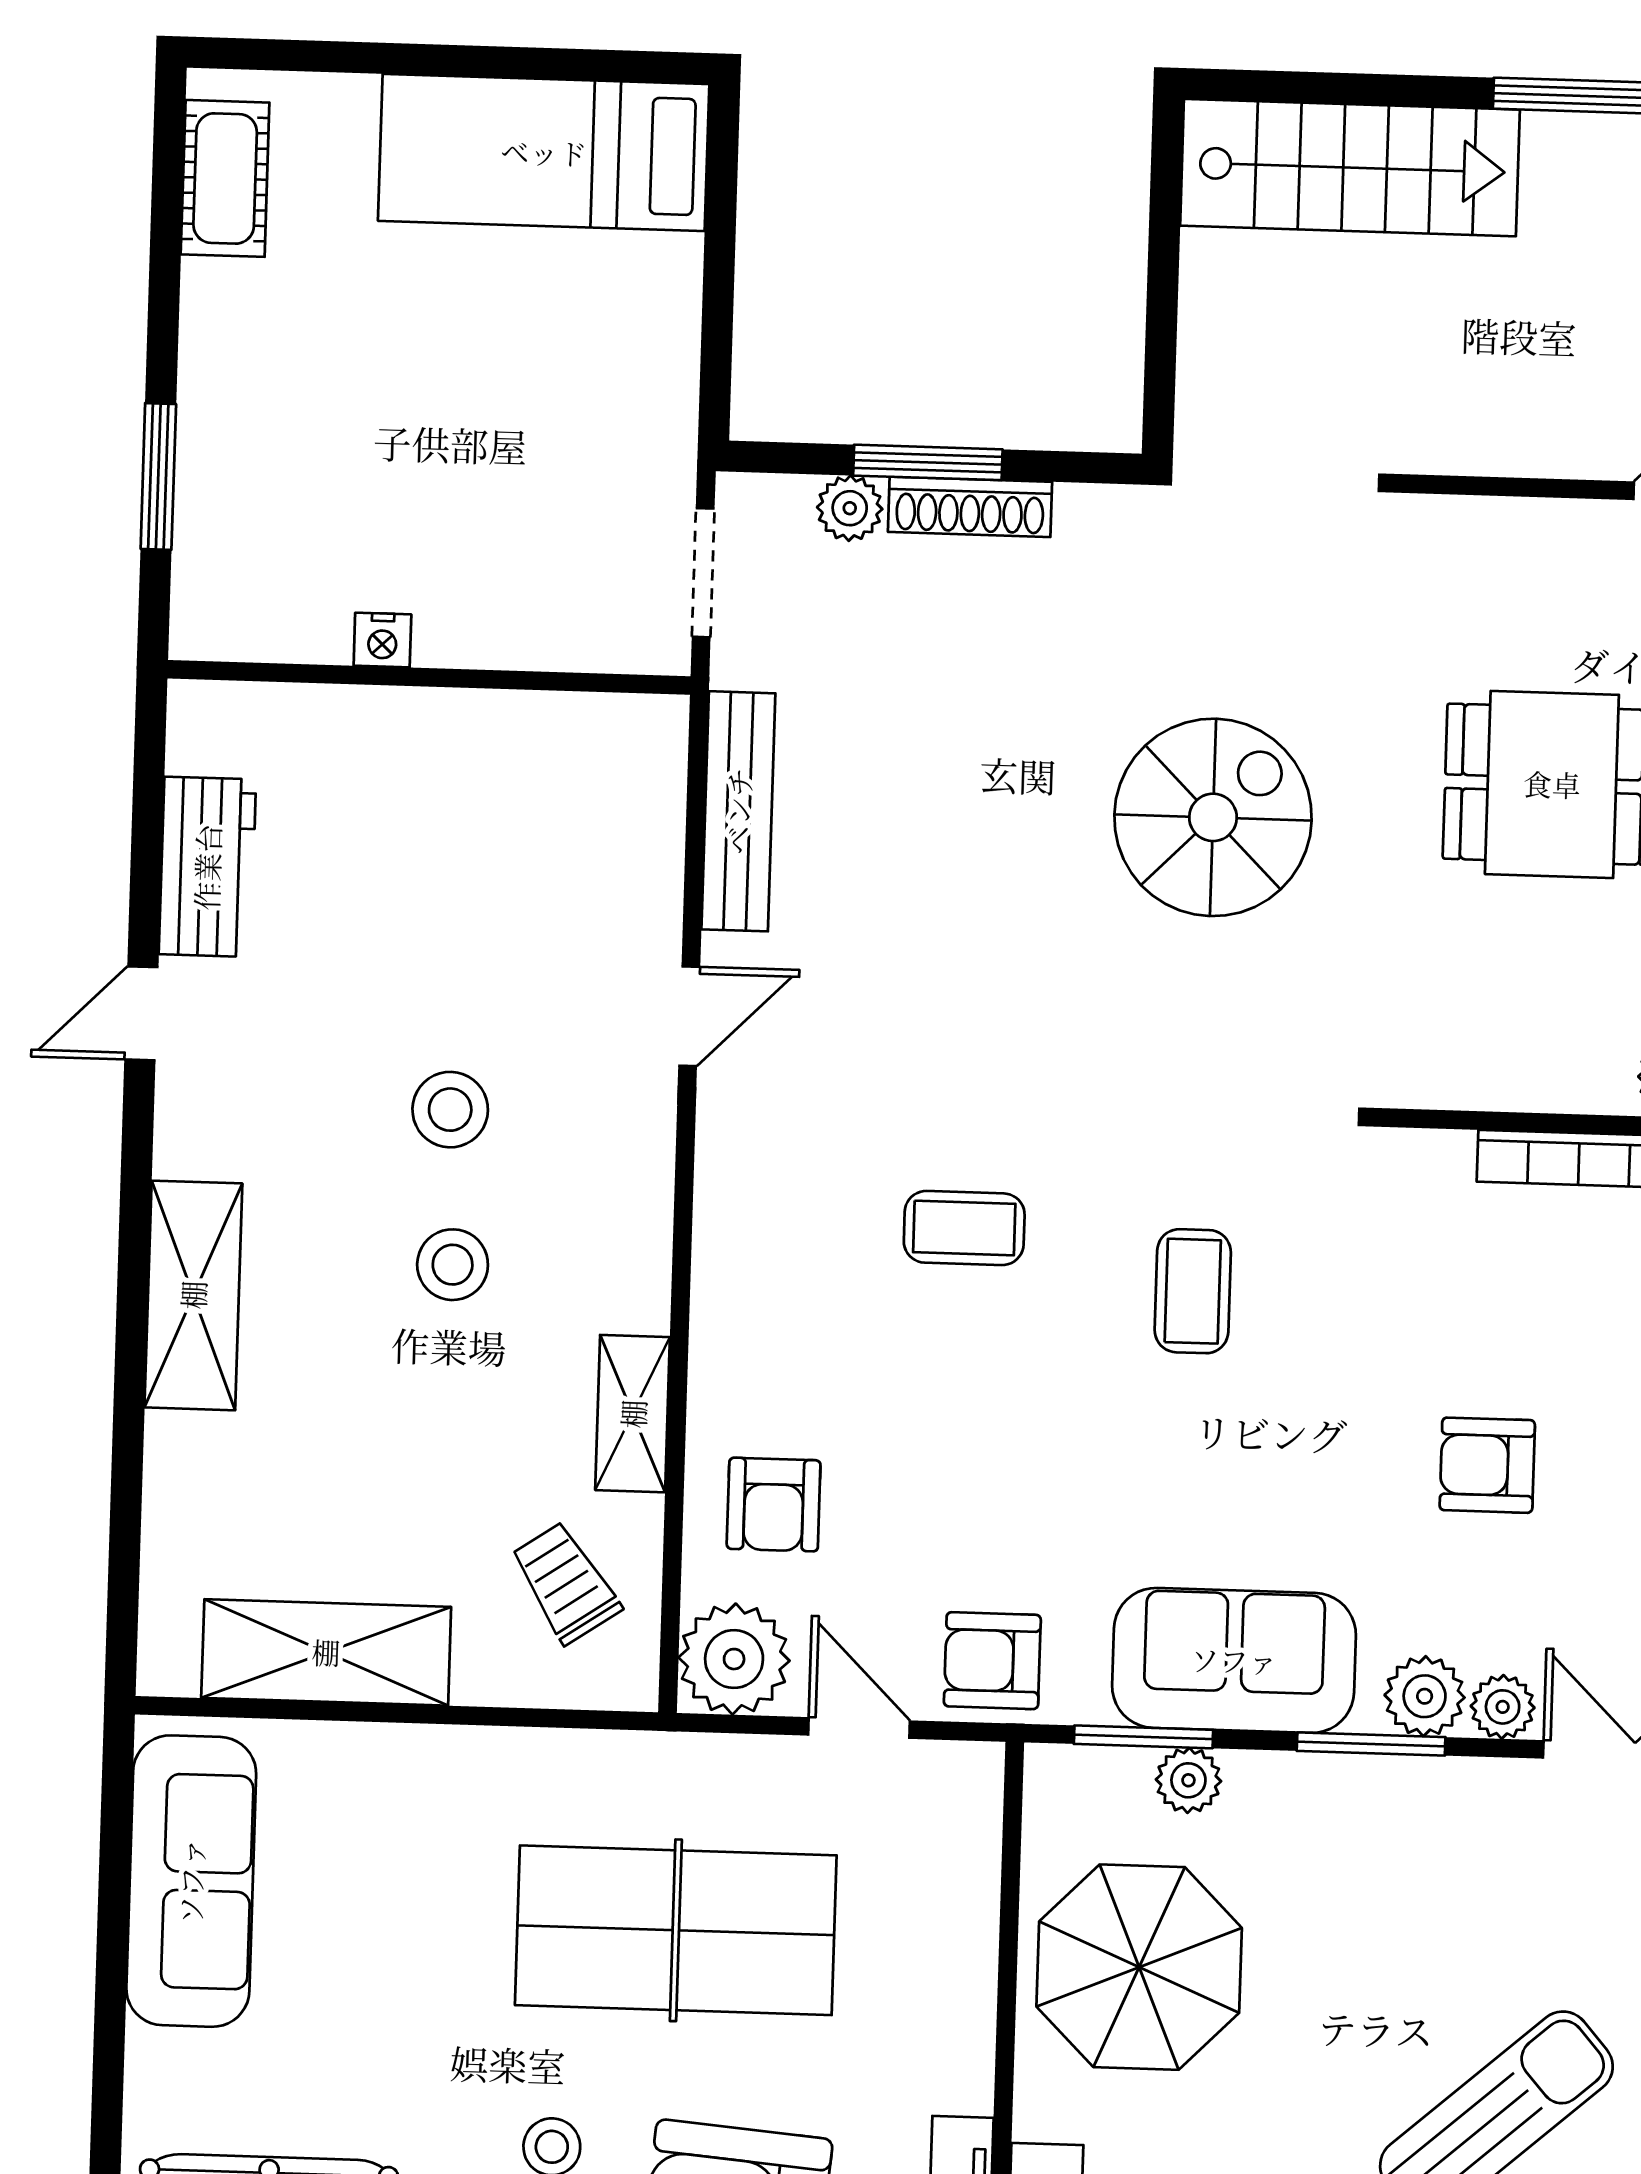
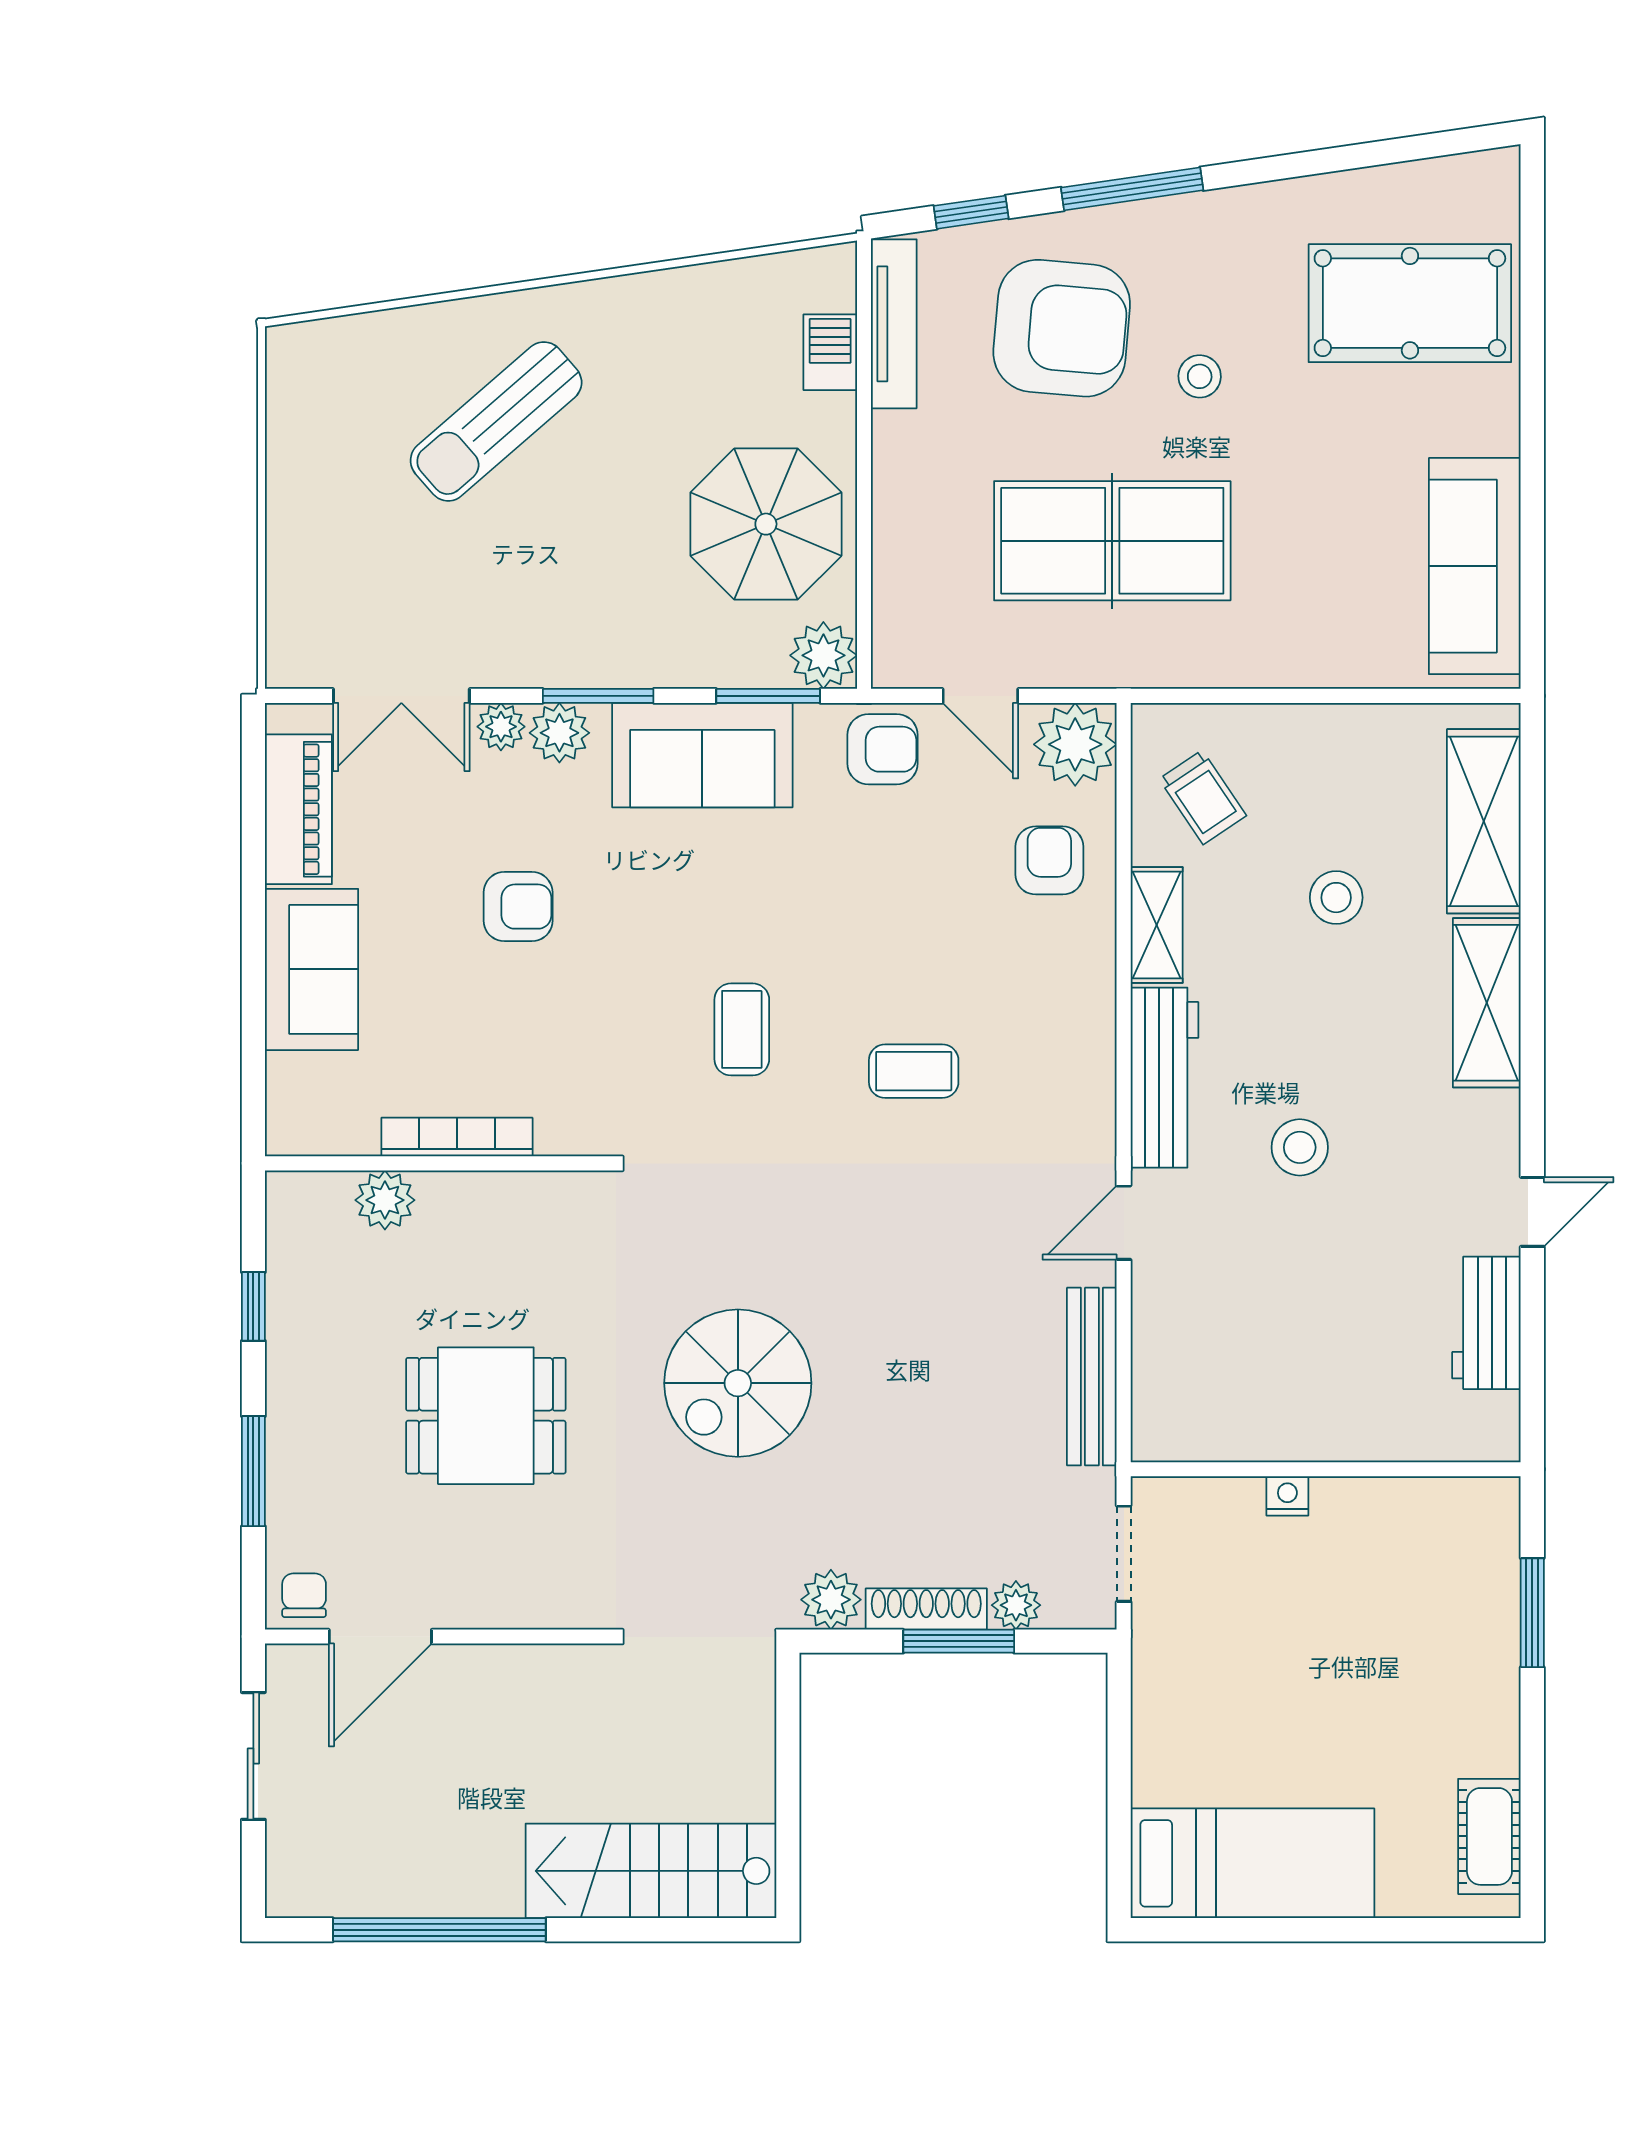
plant: (1097, 523) -> (831, 1600), added
nightstand: (382, 640) -> (1287, 1496), moved
workbench: (629, 1209) -> (1164, 1078), added
stool: (453, 1265) -> (1336, 898), moved
shelving: (326, 1652) -> (1484, 821), moved, turned 90
plant: (1188, 1780) -> (823, 655), moved, width x1.38, depth x1.38

